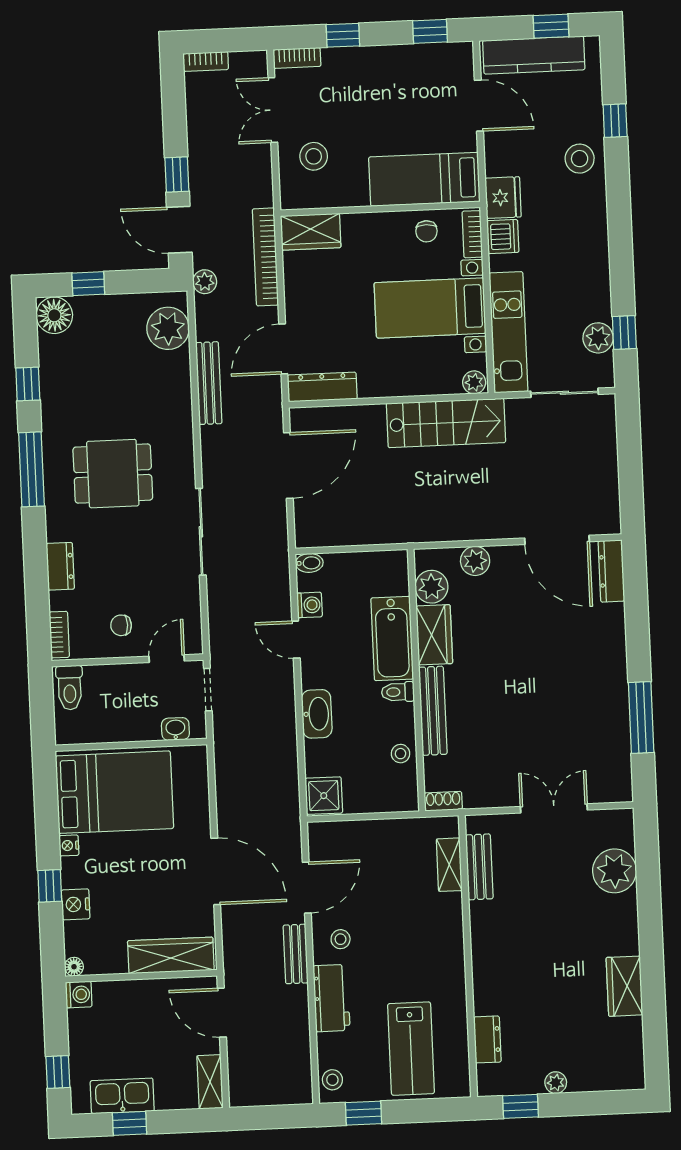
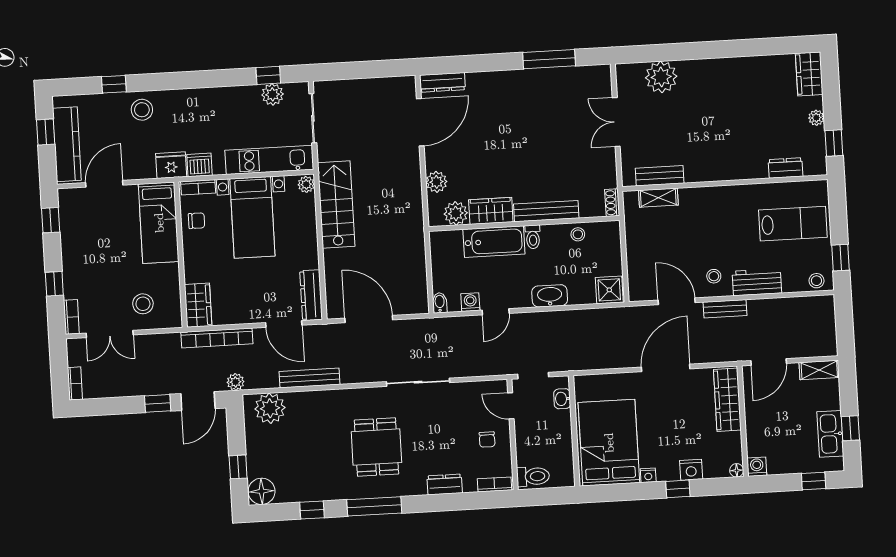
wardrobe: (624, 986) -> (809, 74), moved, turned 90

